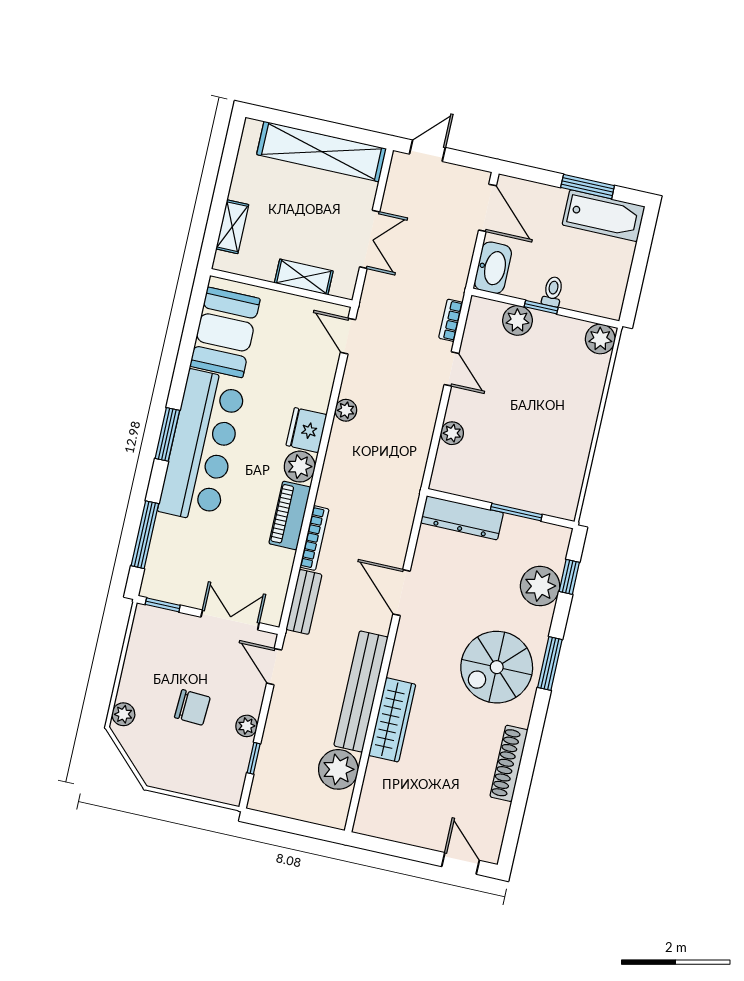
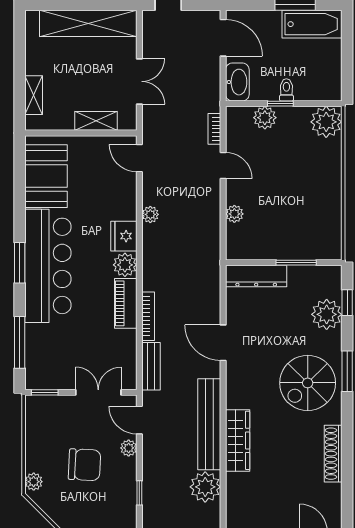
plant: (600, 339) -> (326, 122), width x1.36, depth x1.36
chair: (192, 707) -> (85, 465), width x1.37, depth x1.37
plant: (247, 726) -> (129, 448), moved

